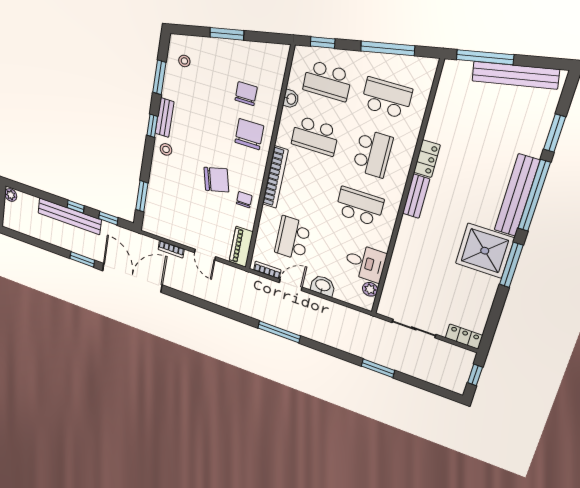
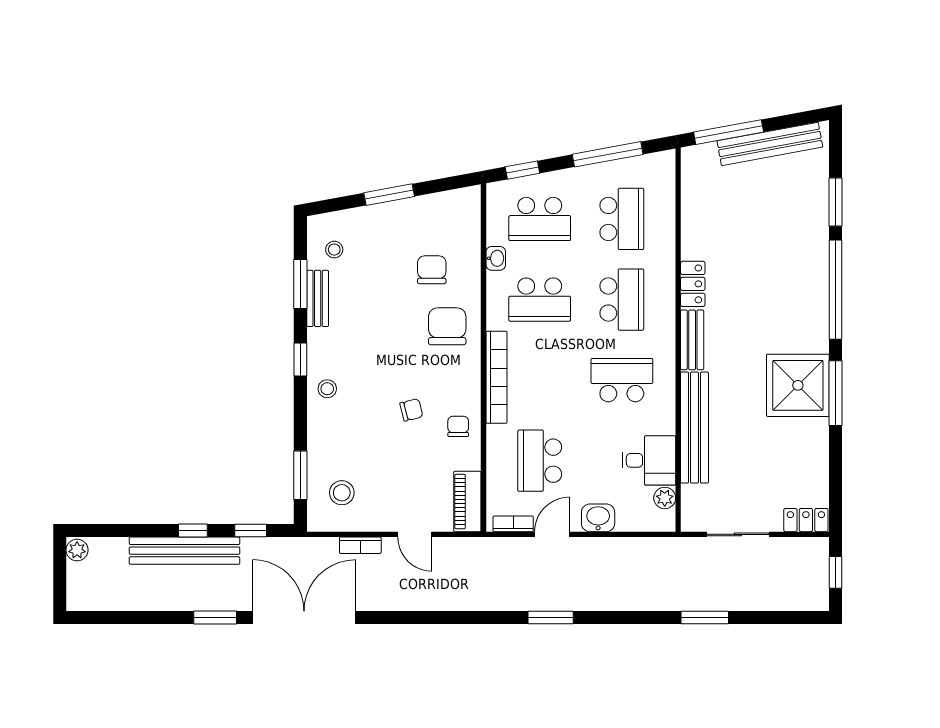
school desk: (387, 98) -> (622, 219), turned 90
bench: (165, 118) -> (318, 298), moved
chair: (216, 180) -> (411, 410), width x0.54, depth x0.54
bench: (517, 195) -> (695, 428), moved
stool: (165, 215) -> (342, 493), added
window: (279, 332) -> (551, 618), width x0.69

